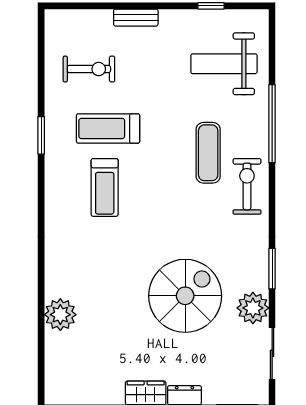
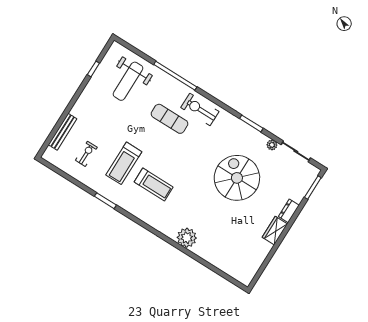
bench: (136, 18) -> (63, 132), moved, width x1.36
exercise bike: (89, 69) -> (86, 154), width x0.73, depth x0.72
plant: (253, 308) -> (272, 145), width x0.53, depth x0.53
plant: (60, 315) -> (187, 238), moved

